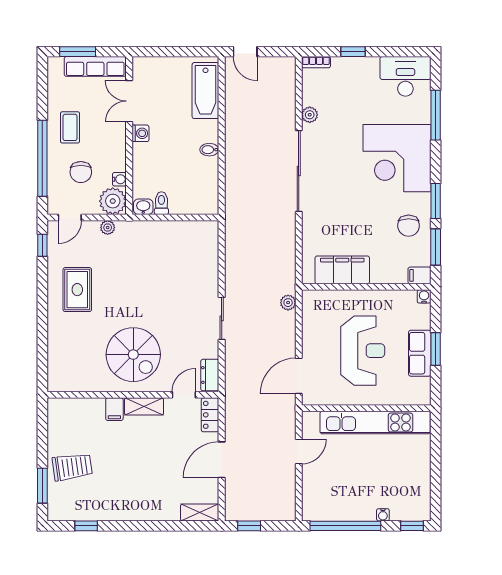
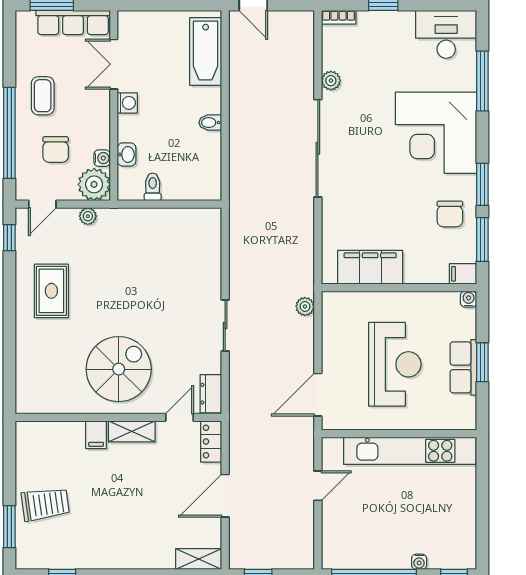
washbasin: (143, 207) -> (127, 154), moved, turned 90
spiral stairs: (133, 355) -> (119, 369), turned -90

